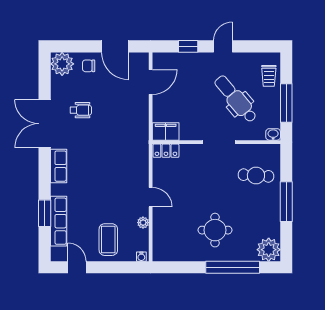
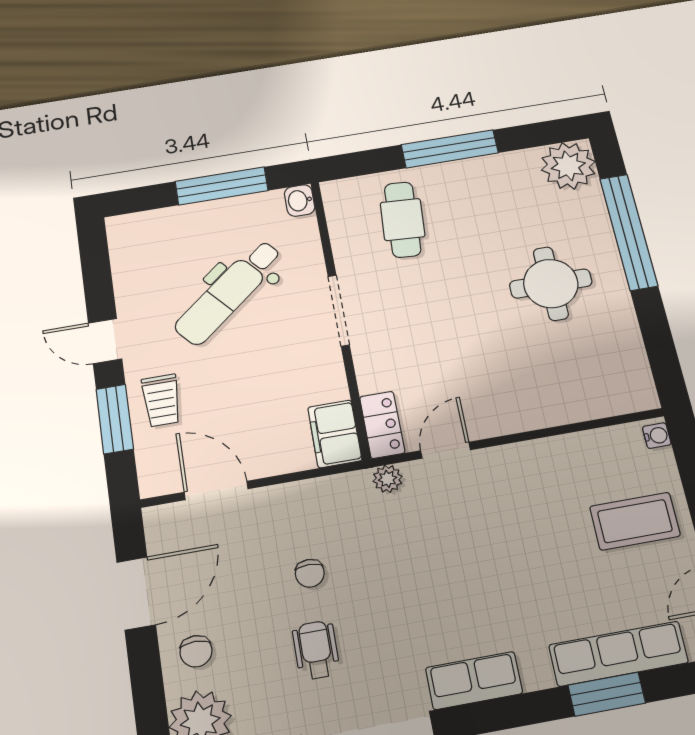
window: (188, 46) -> (115, 419), width x1.50
trolley: (269, 76) -> (161, 400), moved, turned 90
chair: (111, 113) -> (310, 573), added
door: (151, 197) -> (446, 450), moved
plant: (143, 223) -> (388, 479), moved

